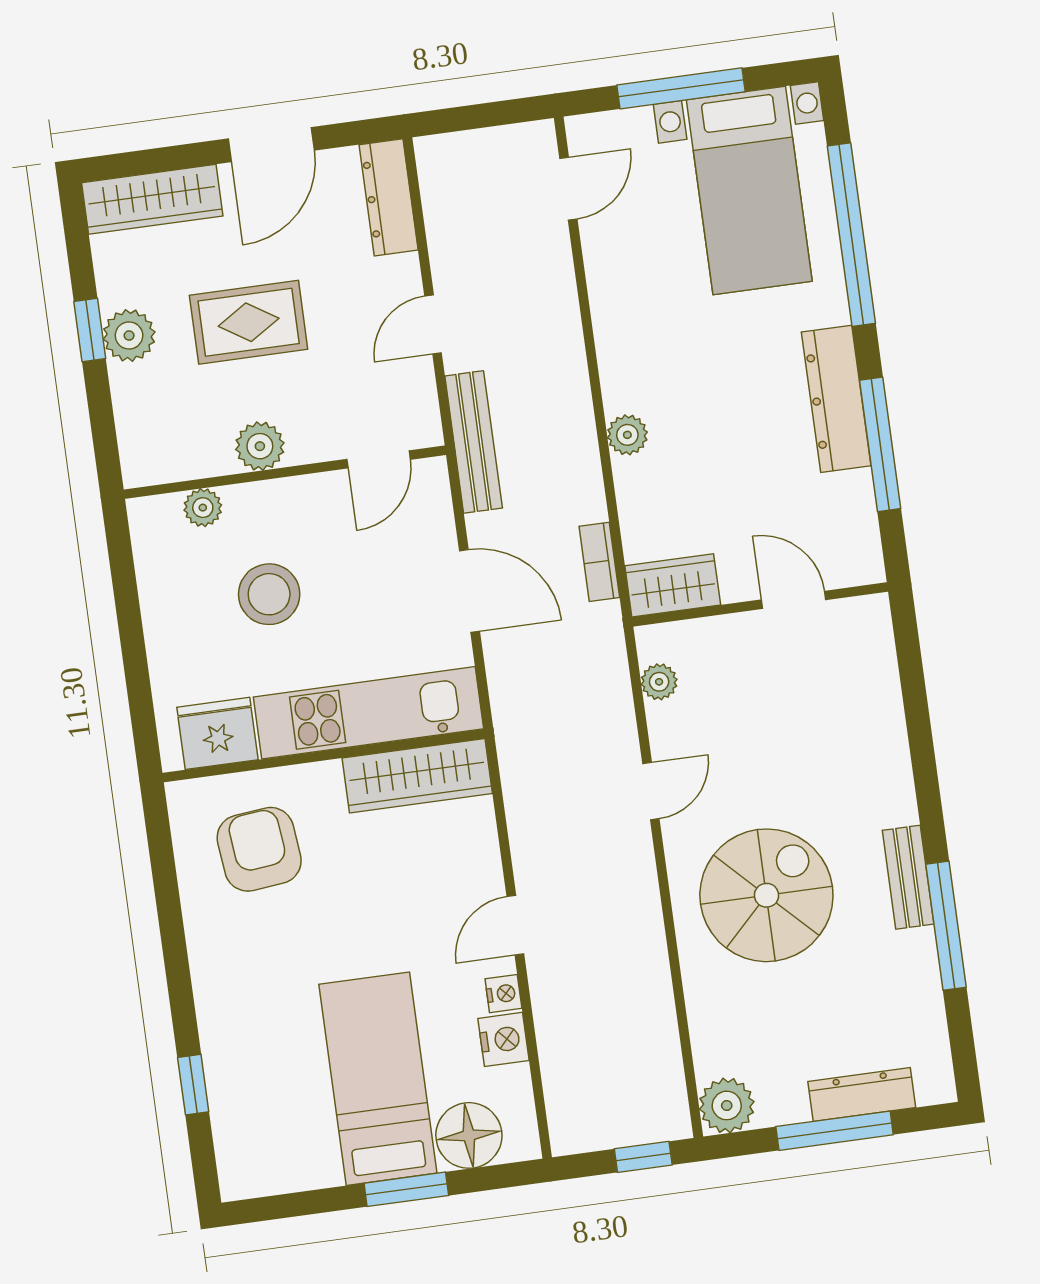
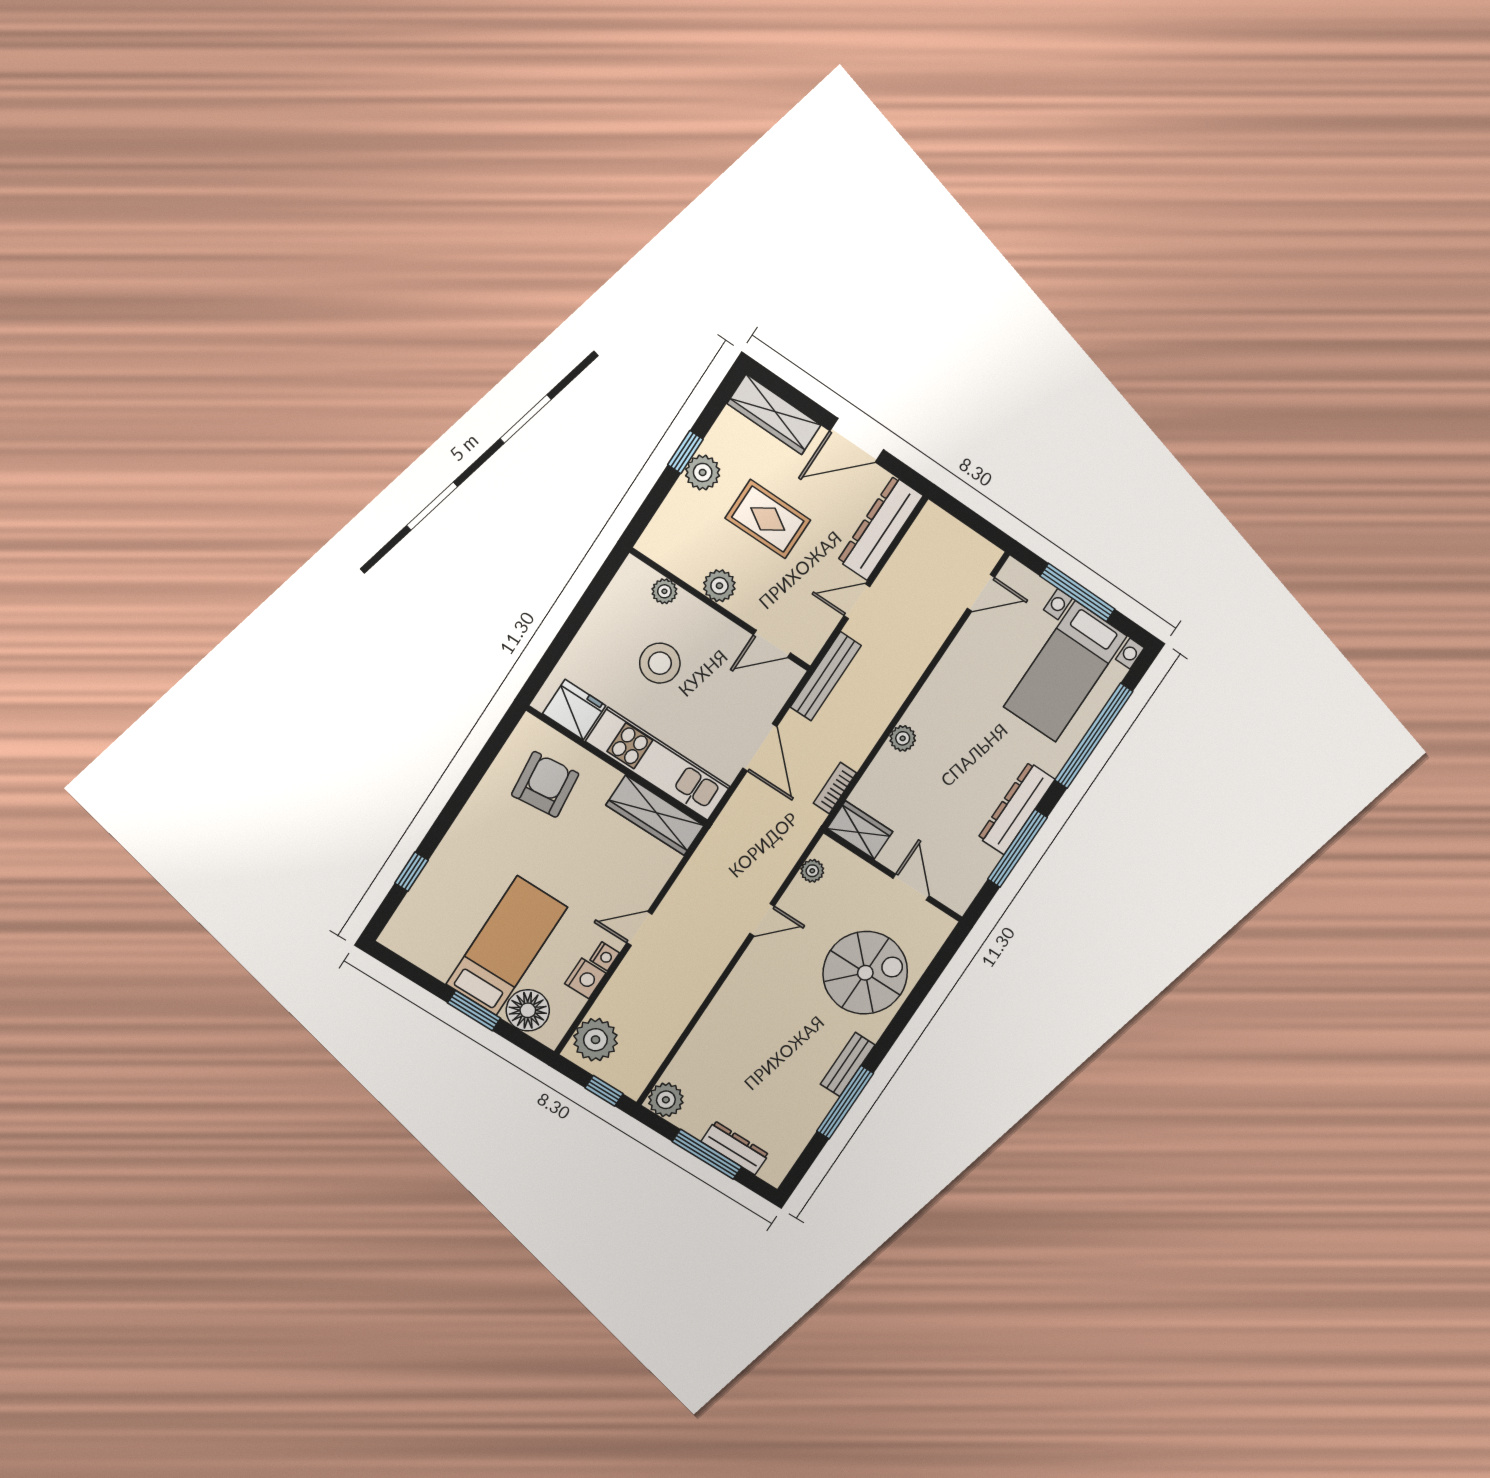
dresser: (389, 197) -> (880, 528), width x1.37, depth x1.24
spiral stairs: (766, 895) -> (865, 973), moved
plant: (579, 1103) -> (595, 1040), added

